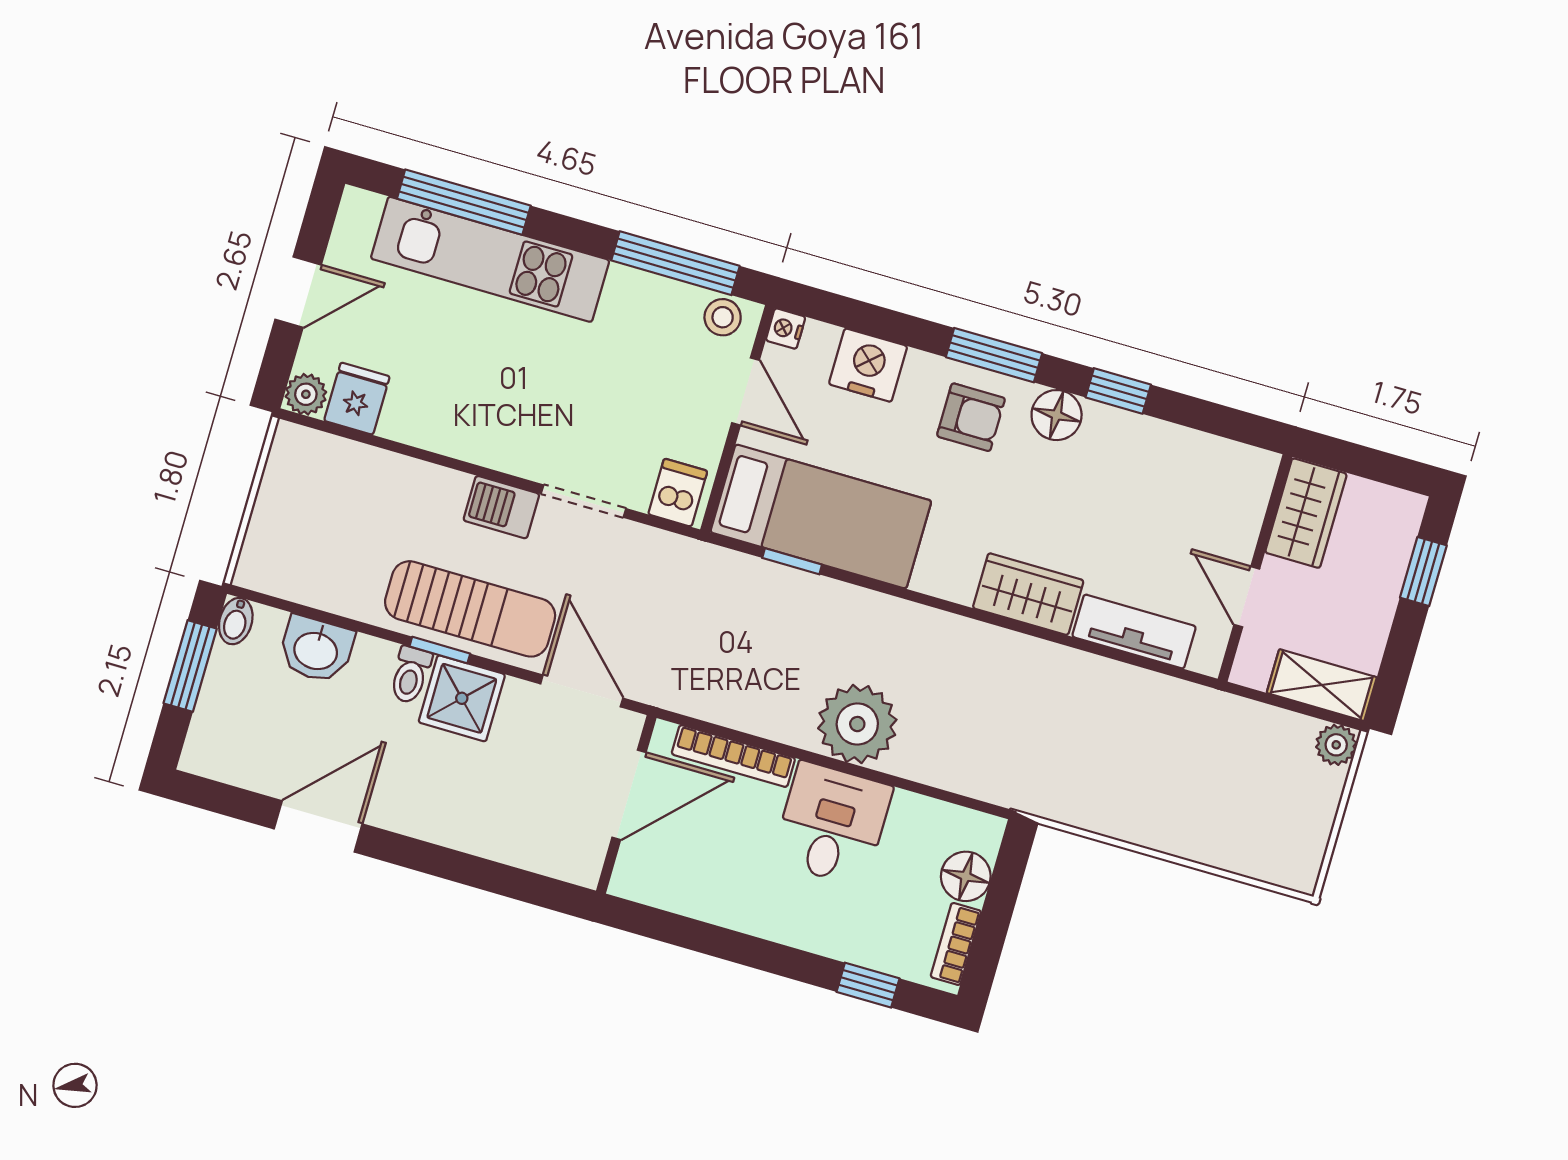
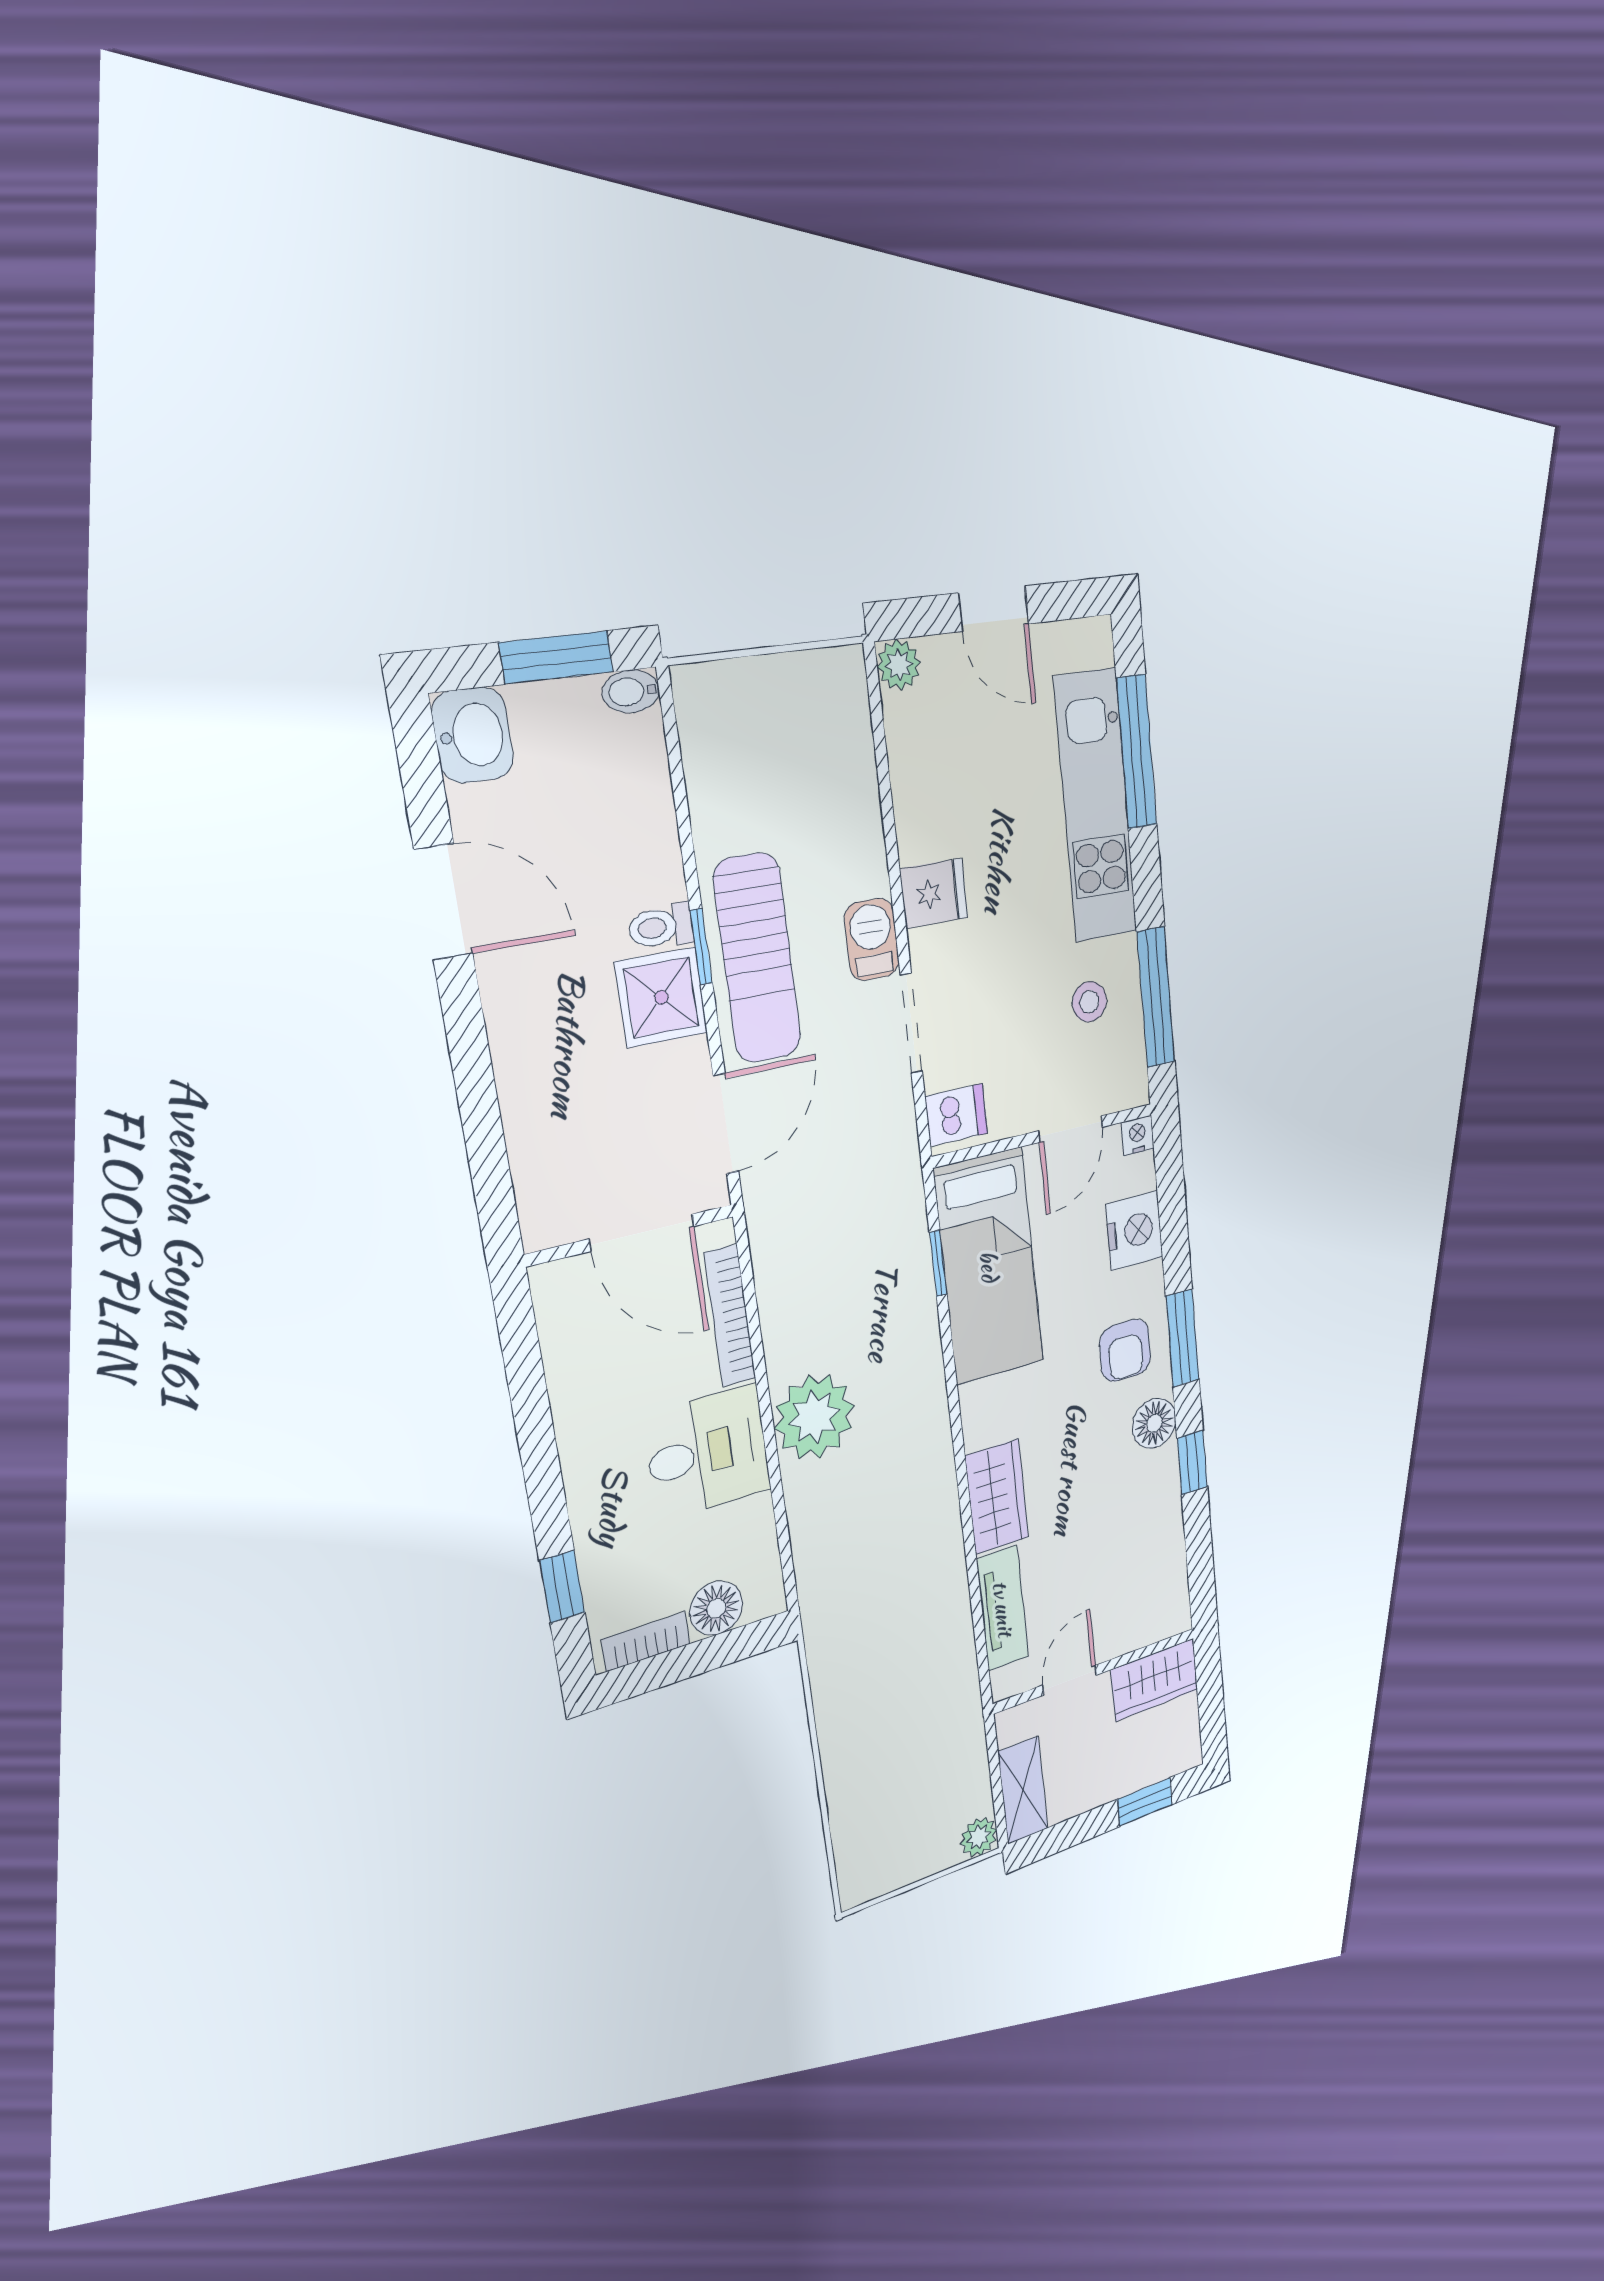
stool: (723, 317) -> (1089, 1002), moved
fridge: (357, 399) -> (934, 893), moved
washbasin: (316, 649) -> (473, 735), moved, turned 180

